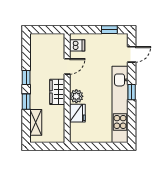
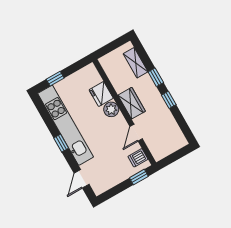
window: (109, 30) -> (139, 177), moved
window: (107, 146) -> (55, 79), added

